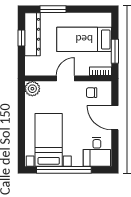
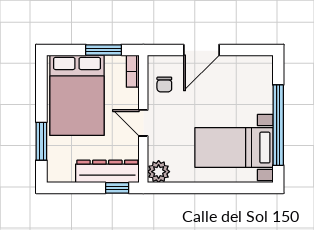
dresser: (33, 34) -> (107, 171), moved
window: (21, 38) -> (117, 188), moved
bed: (84, 39) -> (77, 95), width x1.50
desk: (97, 152) -> (252, 77), removed

